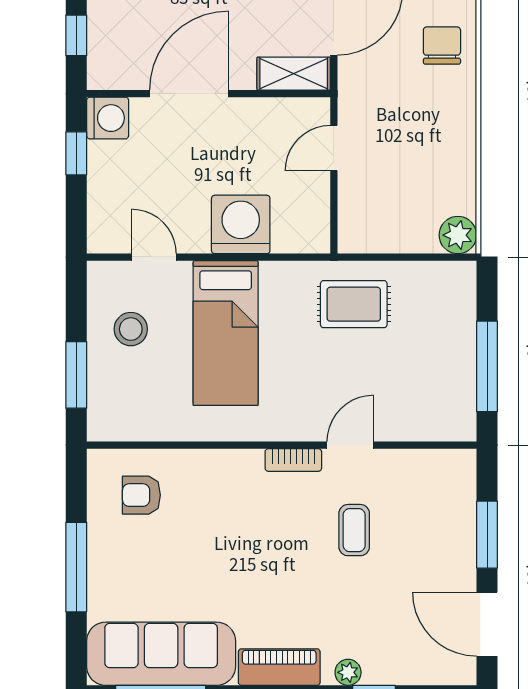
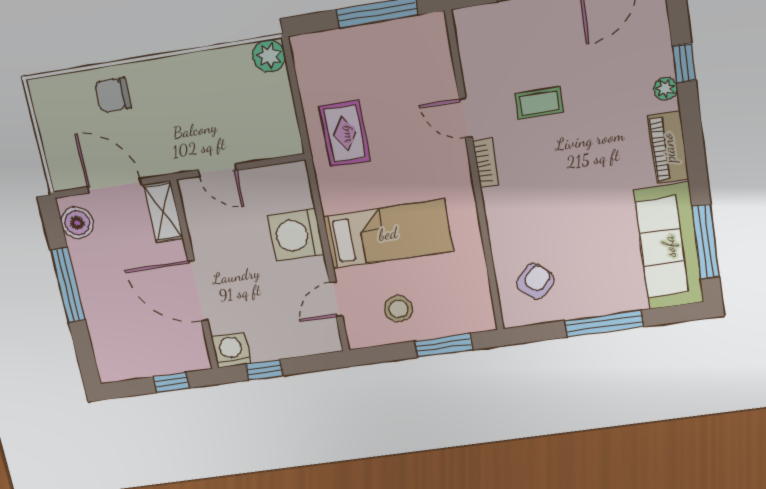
armchair: (141, 495) -> (535, 281), turned -137

